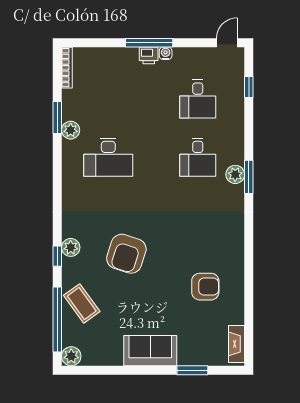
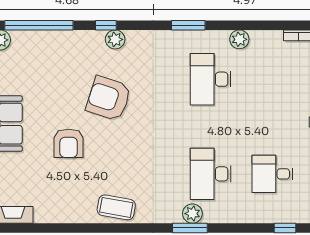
window: (57, 118) -> (188, 25), moved
desk: (198, 157) -> (211, 174), width x1.37
armchair: (205, 287) -> (69, 143), moved
coffee table: (82, 303) -> (116, 207), moved, turned 46

